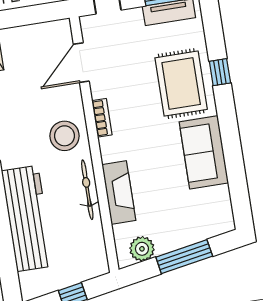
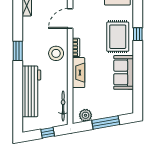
bicycle: (87, 190) -> (63, 106), moved
fireplace: (119, 193) -> (78, 73), moved

